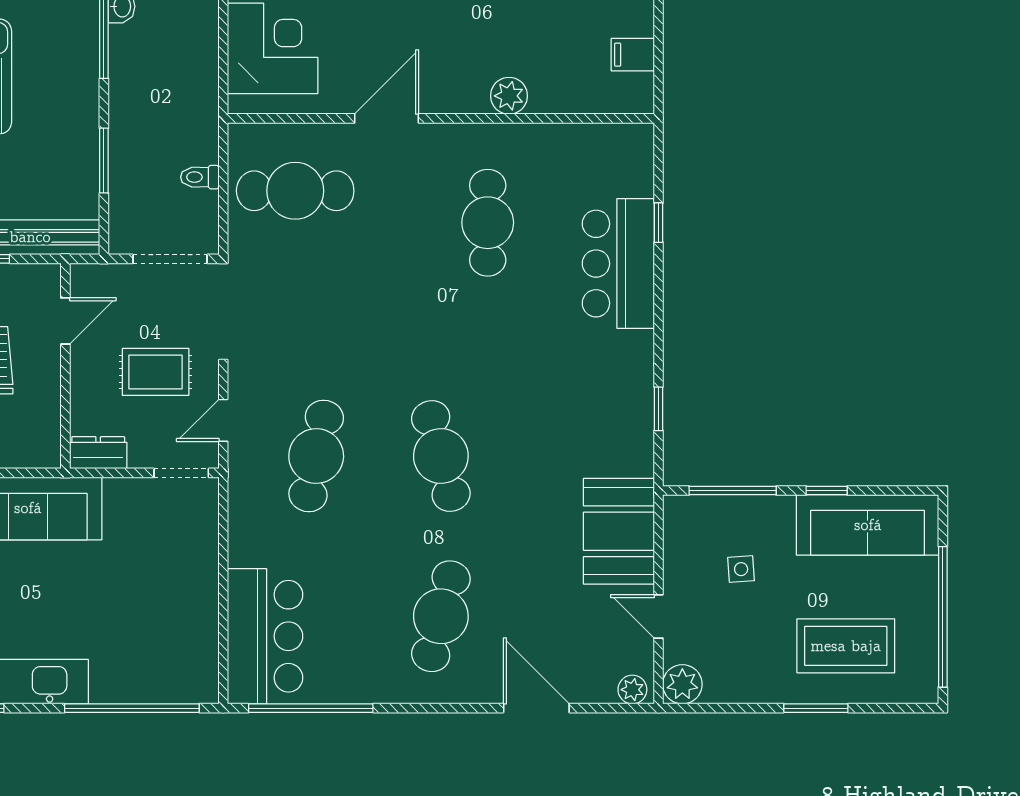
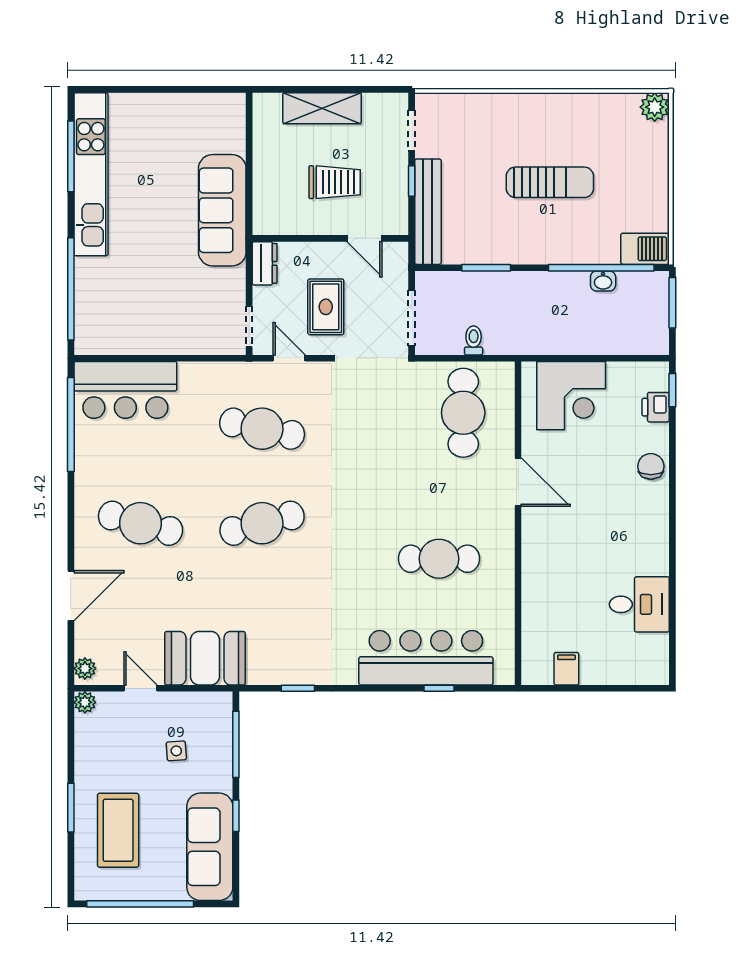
plant: (509, 96) -> (535, 575), removed
bar counter: (618, 264) -> (426, 658), width x1.36
door: (659, 616) -> (140, 688), hinge flipped
plant: (682, 684) -> (85, 702), width x0.73, depth x0.73

